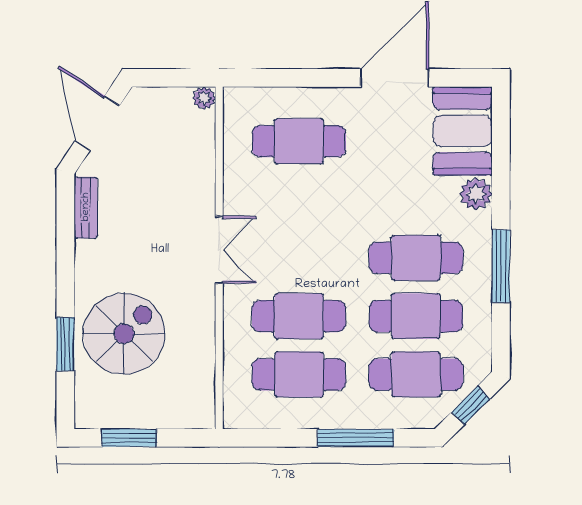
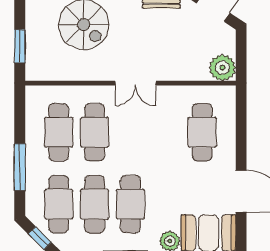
plant: (204, 98) -> (222, 68), width x1.87, depth x1.87
window: (129, 438) -> (20, 46), moved

